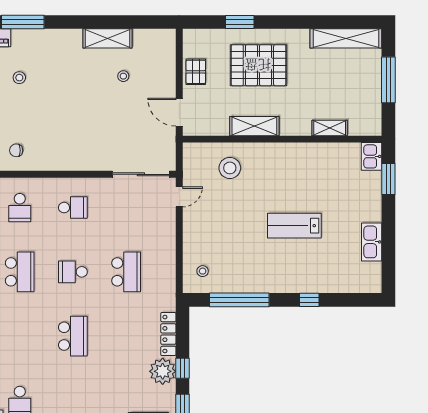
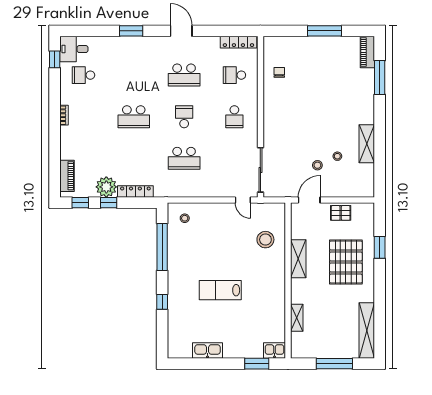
stool: (19, 78) -> (317, 165), moved
lab bench: (294, 226) -> (220, 290), turned -90

